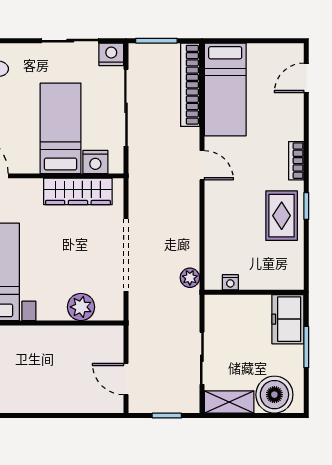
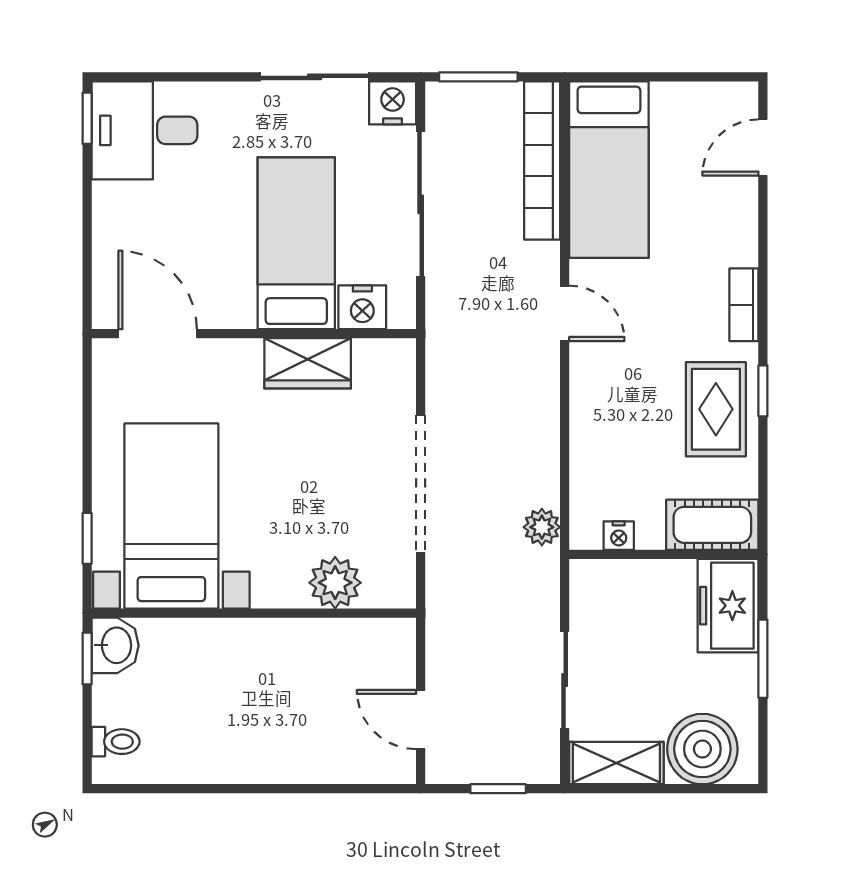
wardrobe: (78, 191) -> (308, 363), width x0.67
cot: (280, 277) -> (712, 525), added

